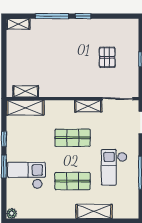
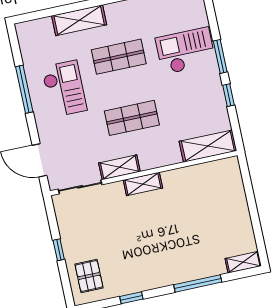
window: (83, 16) -> (131, 298), moved
pallet: (107, 57) -> (89, 276), moved
shelving: (26, 91) -> (143, 184), moved
checkout: (26, 175) -> (186, 51), turned 180

